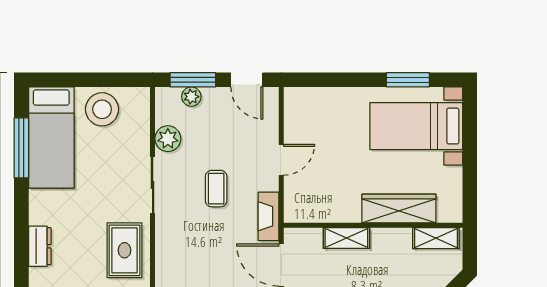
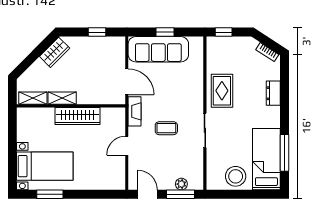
plant: (168, 139) -> (196, 159), removed
coffee table: (216, 189) -> (166, 128), turned 90
wardrobe: (399, 209) -> (77, 116), moved
shelving: (346, 238) -> (62, 98), moved

